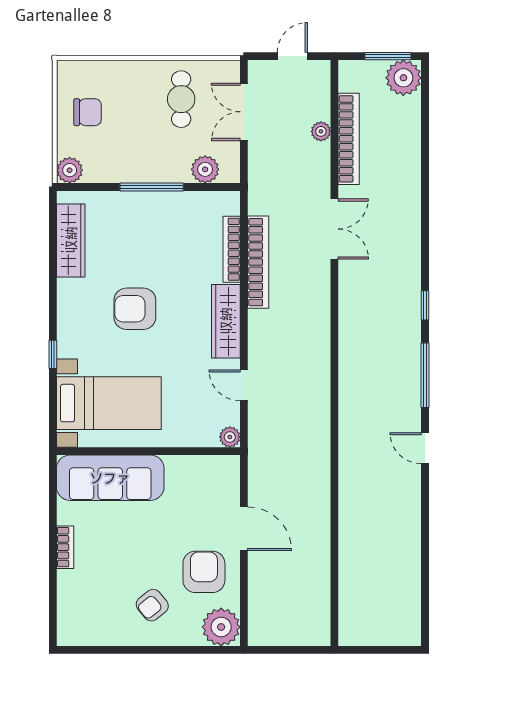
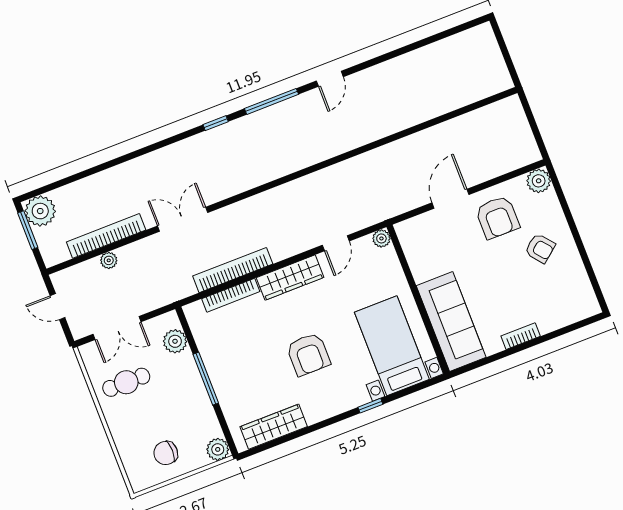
chair: (88, 112) -> (166, 453), turned -90
armchair: (204, 572) -> (497, 217), turned -90
plant: (221, 627) -> (539, 181), width x0.73, depth x0.73

